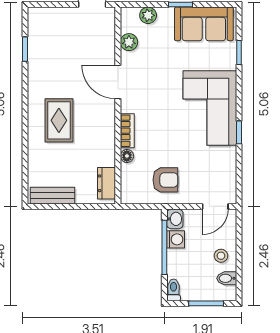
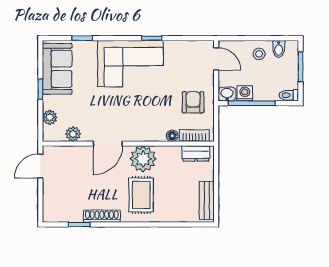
shoe rack: (35, 75) -> (102, 216), added
rug: (59, 120) -> (141, 195), turned 90
plant: (100, 123) -> (143, 159), added
bookcase: (127, 131) -> (194, 136), moved

